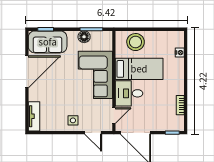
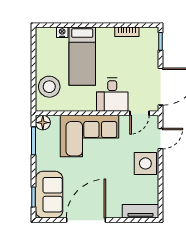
floor lamp: (84, 37) -> (43, 123), moved
bed: (139, 69) -> (82, 56), moved, turned 180
door: (27, 72) -> (86, 220), hinge flipped
door: (114, 116) -> (139, 113), swing flipped
side table: (73, 120) -> (145, 163), width x1.87, depth x1.87

